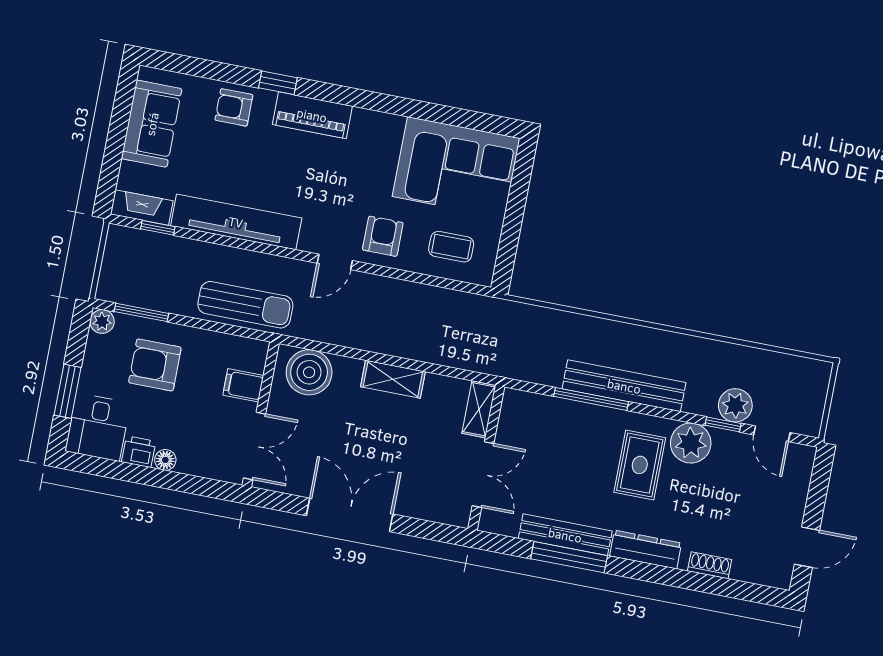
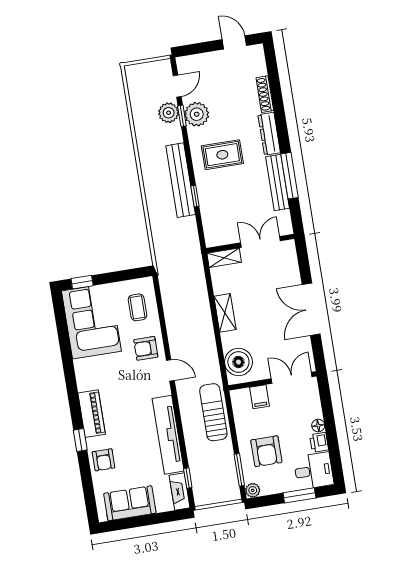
window: (522, 175) -> (82, 282), added
window: (591, 399) -> (195, 196), width x0.46
plant: (691, 443) -> (197, 114), moved
shoe rack: (710, 565) -> (265, 94), width x1.43

